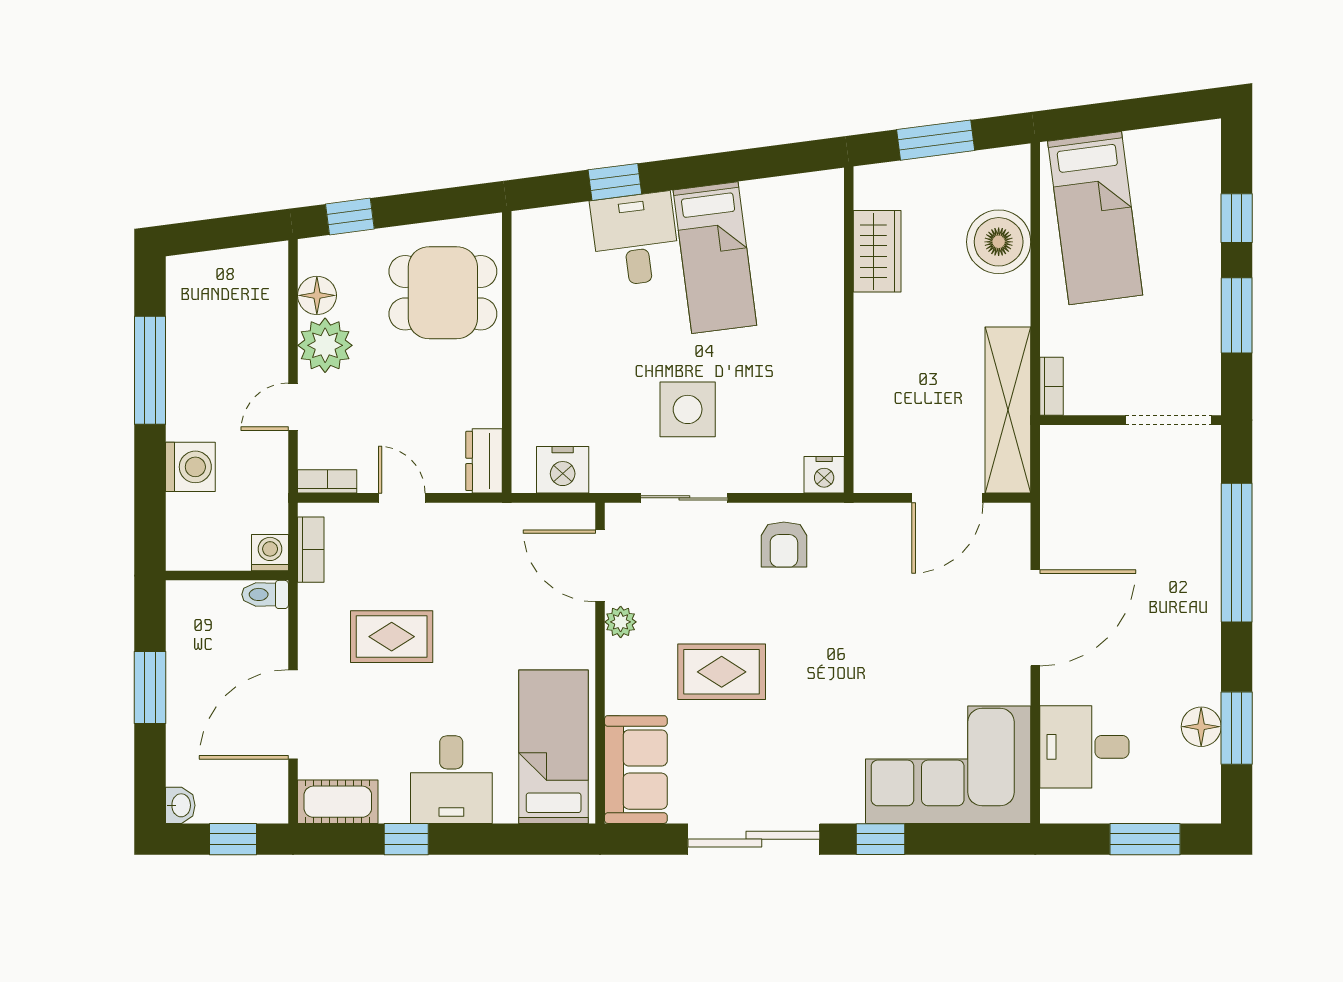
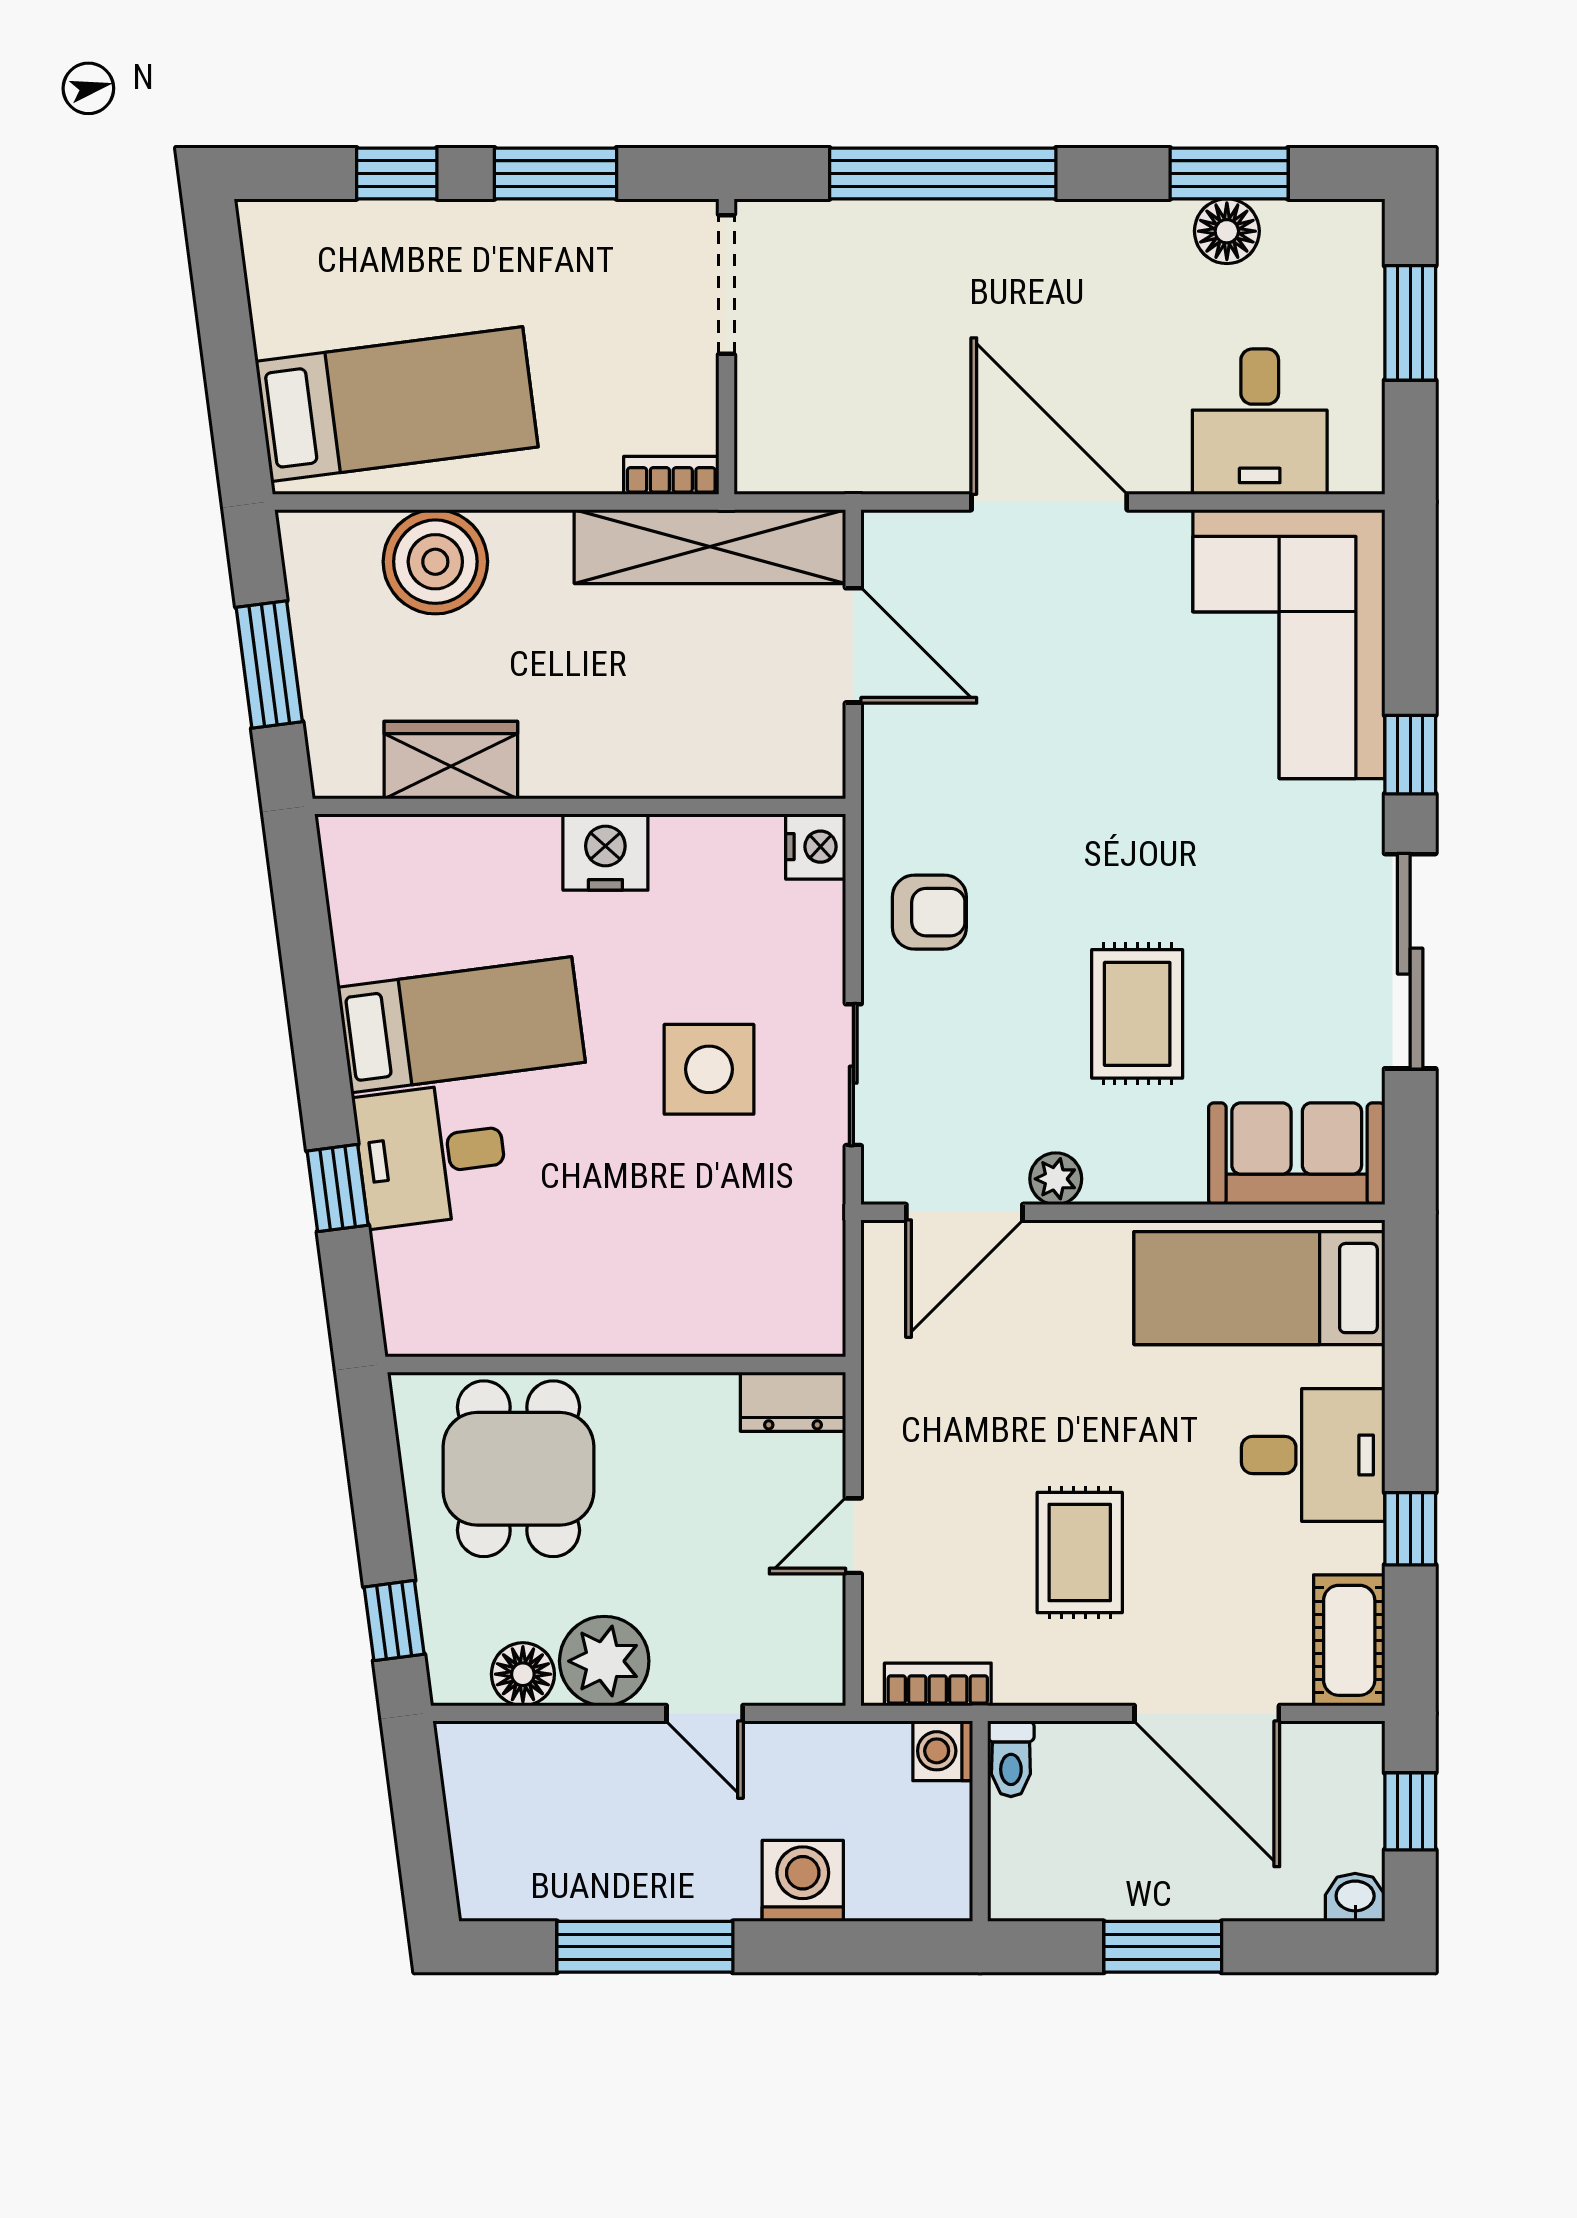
nightstand: (563, 470) -> (605, 852), moved, turned -90
bookcase: (327, 481) -> (826, 1658), removed

